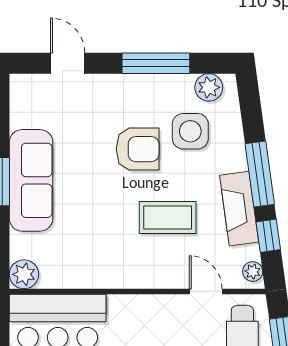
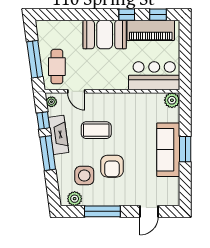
door: (68, 63) -> (149, 211), hinge flipped
armchair: (138, 149) -> (112, 166), turned -90

